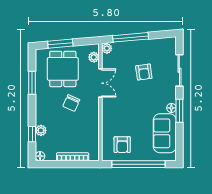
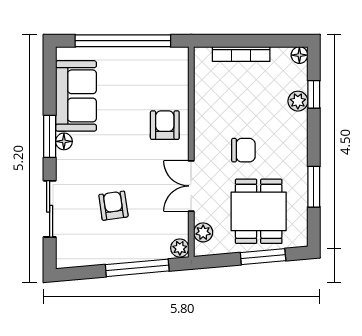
chair: (71, 103) -> (243, 150), turned 66
armchair: (122, 145) -> (165, 125), moved

